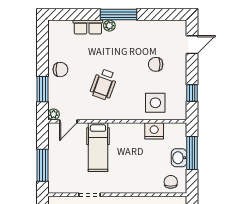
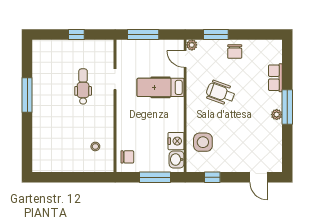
plant: (109, 26) -> (277, 115), moved
chair: (156, 64) -> (240, 143), removed
washbasin: (179, 158) -> (177, 160), moved, turned -90

